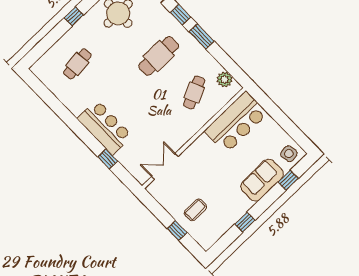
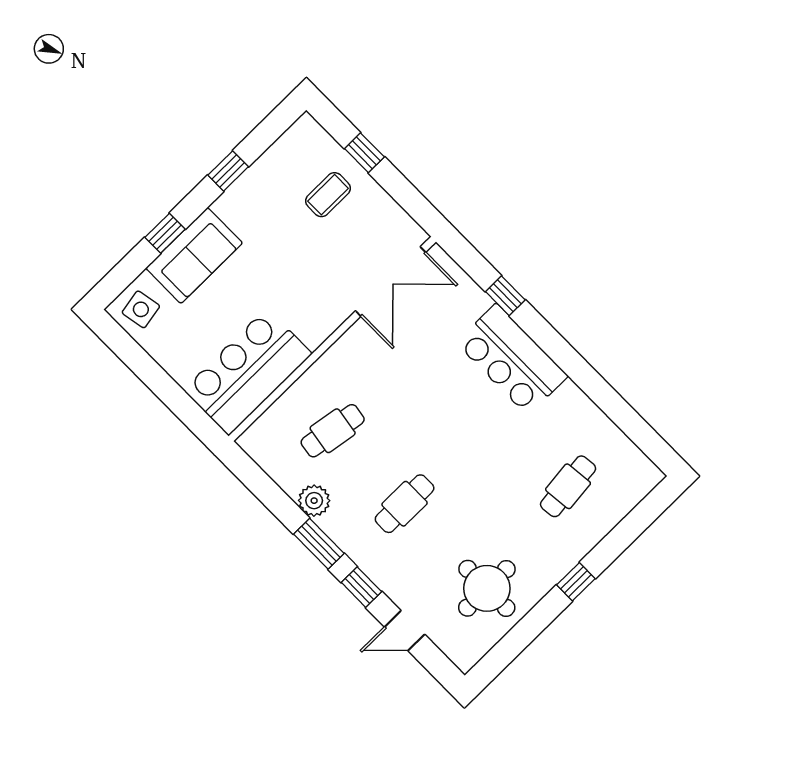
cafe table: (159, 56) -> (405, 504), width x0.73, depth x0.74
plant: (225, 79) -> (314, 501), moved
cafe table: (194, 92) -> (333, 431), turned 33
double door: (165, 166) -> (391, 281), width x1.37
window: (288, 180) -> (165, 233), moved

